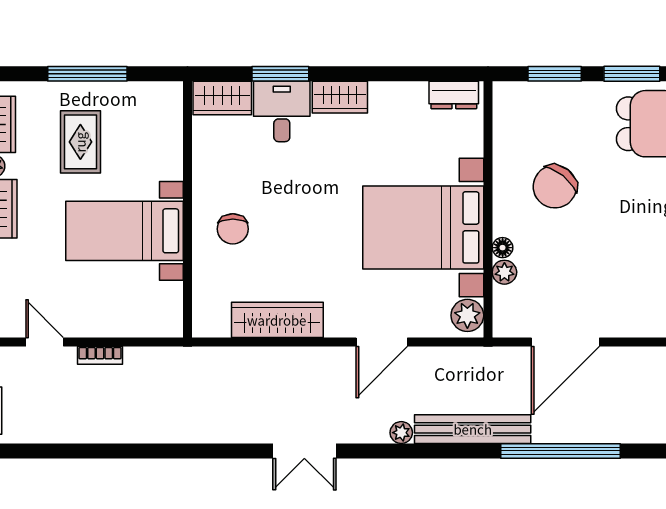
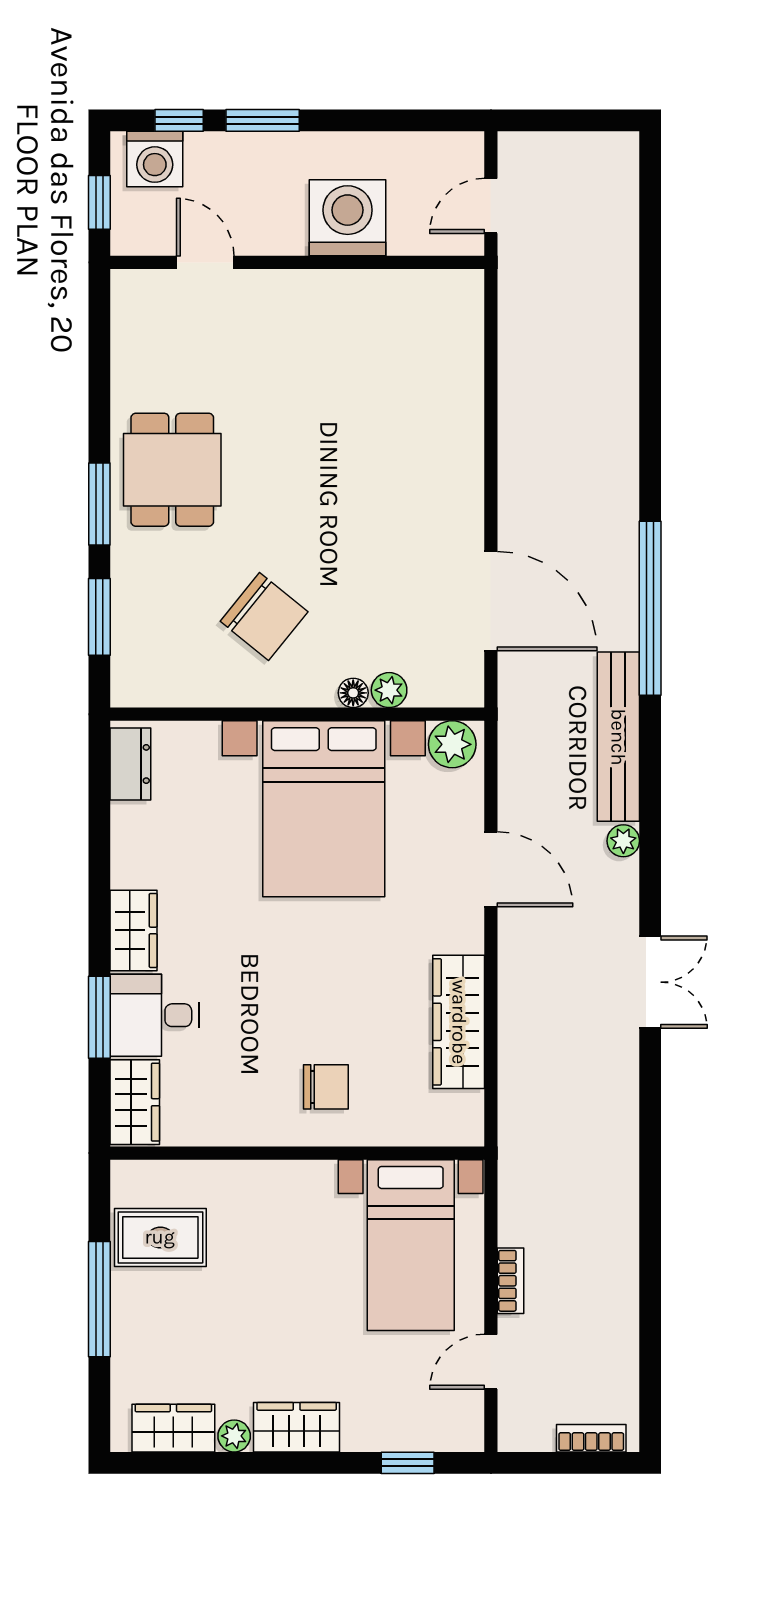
rug: (80, 142) -> (160, 1237), moved
bed with nightstands: (124, 231) -> (411, 1245), moved

